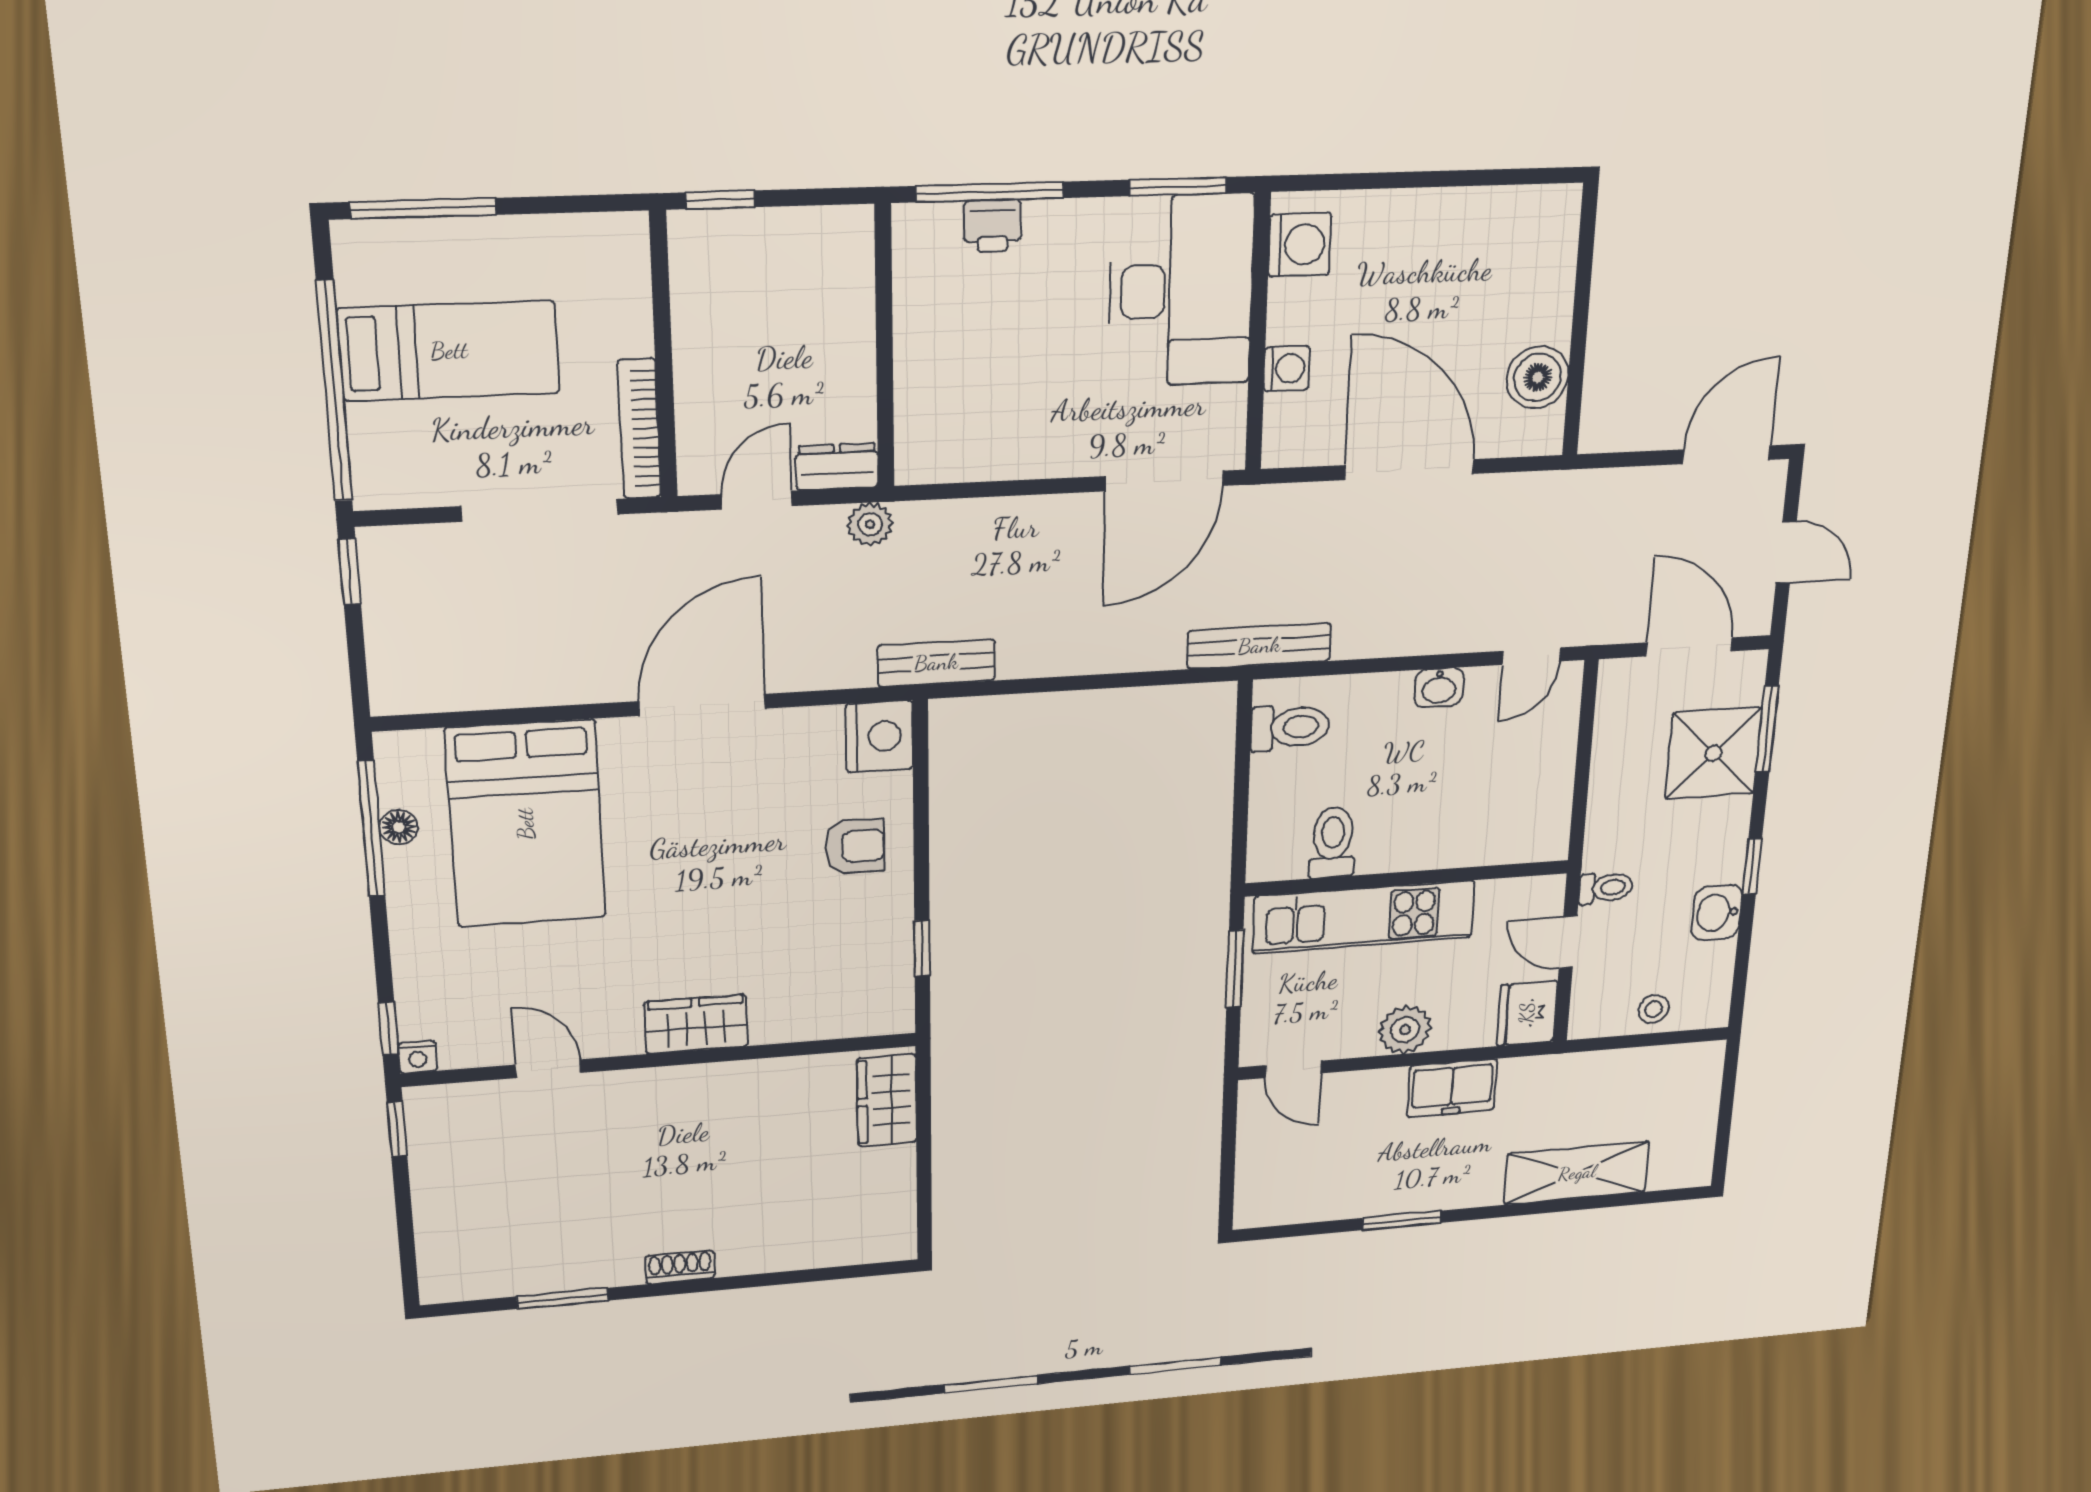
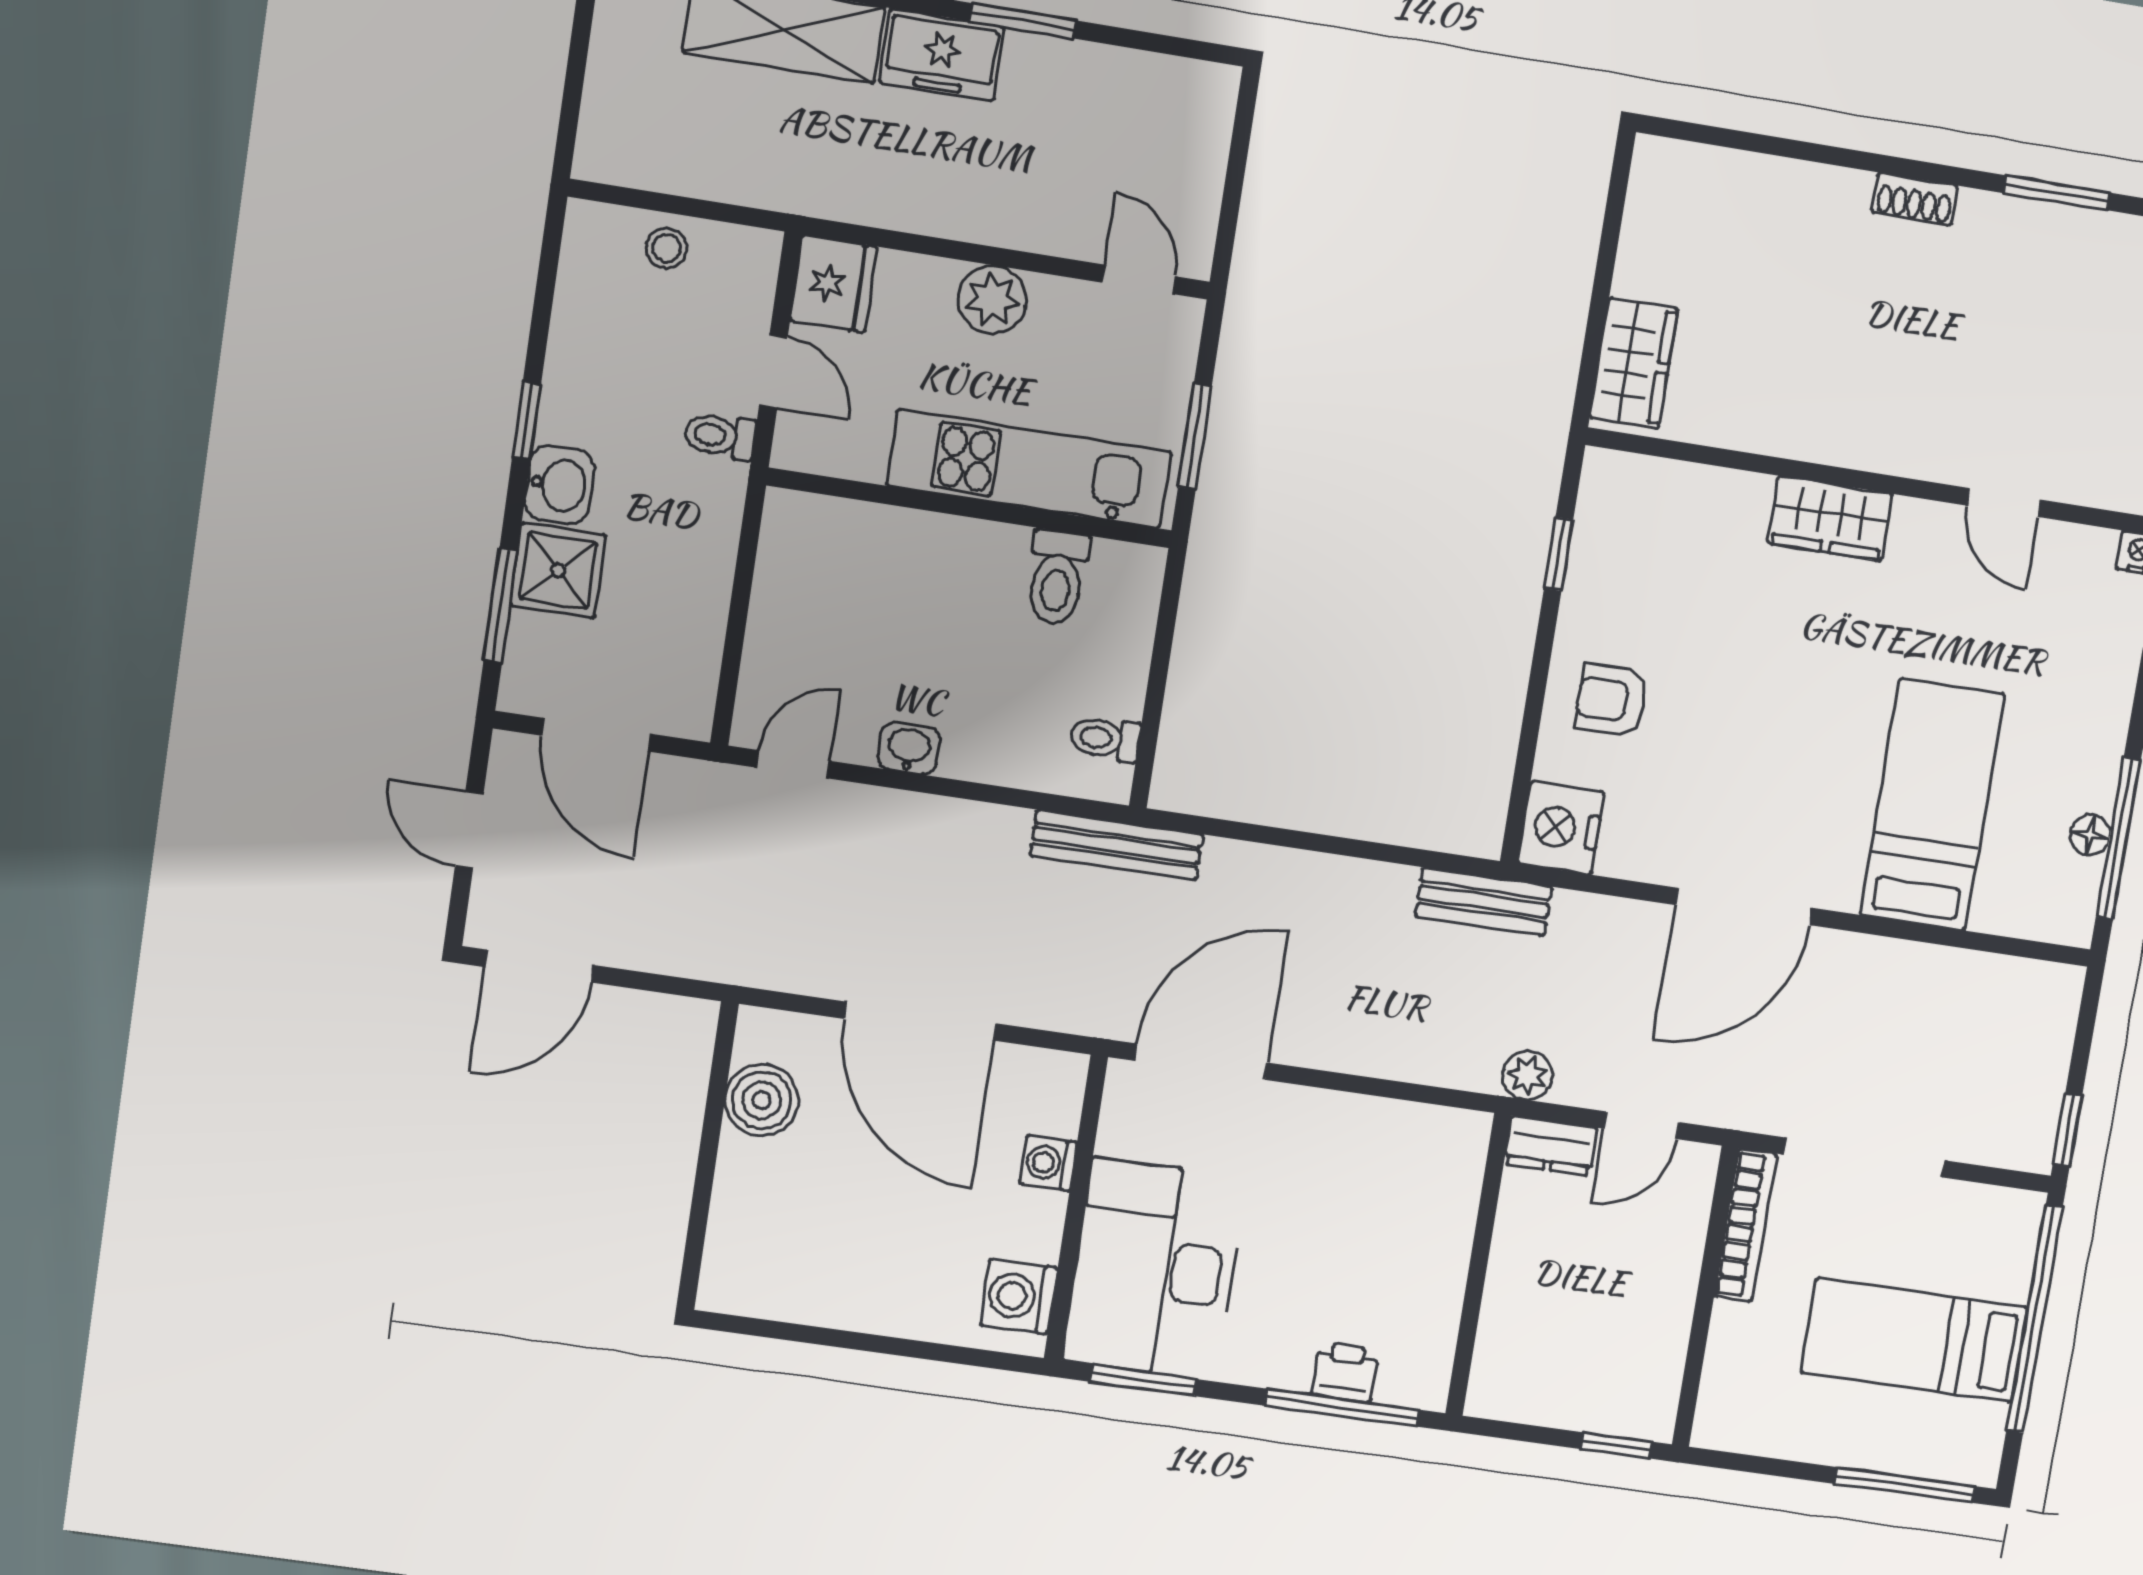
toilet: (1290, 727) -> (1105, 739), width x0.73, depth x0.72
shower: (1713, 753) -> (558, 570), width x0.73, depth x0.73
bed: (526, 824) -> (1932, 805), width x0.67
washbasin: (1717, 913) -> (559, 485), moved
freezer: (1452, 1088) -> (942, 55), moved, turned 180

